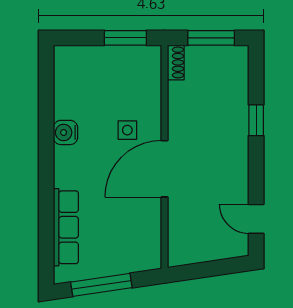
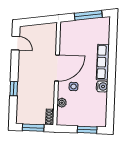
window: (125, 38) -> (87, 130), moved
plant: (151, 94) -> (62, 103), added
row of seats: (66, 227) -> (103, 62), moved

